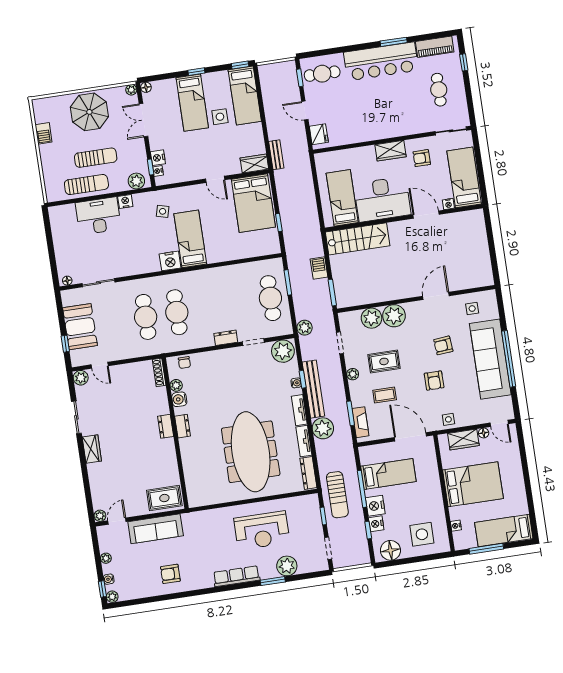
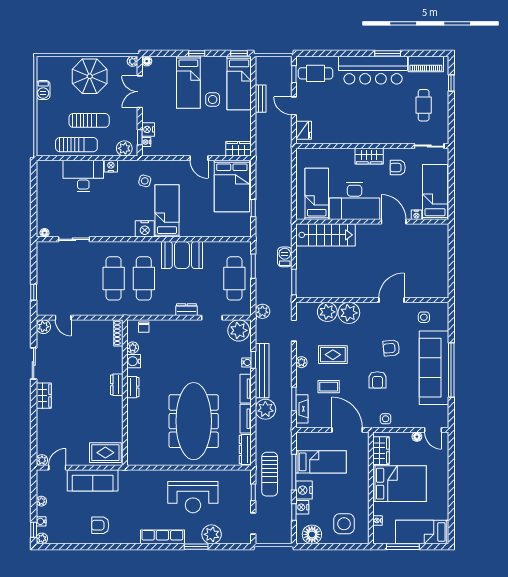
bench: (276, 155) -> (261, 99), moved
booth: (80, 327) -> (182, 255), moved, turned 90
wardrobe: (463, 440) -> (381, 451), moved, turned -90

